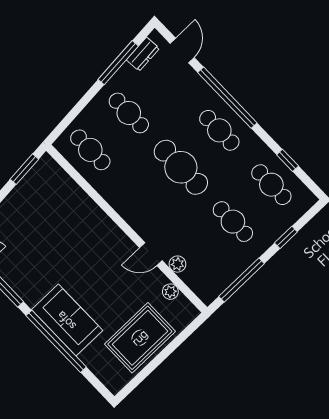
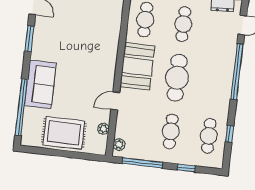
cafe table: (219, 130) -> (215, 82), removed
booth: (133, 200) -> (137, 66), added
door: (151, 254) -> (115, 101), hinge flipped
plant: (177, 264) -> (119, 145), moved
window: (56, 341) -> (21, 107), moved

